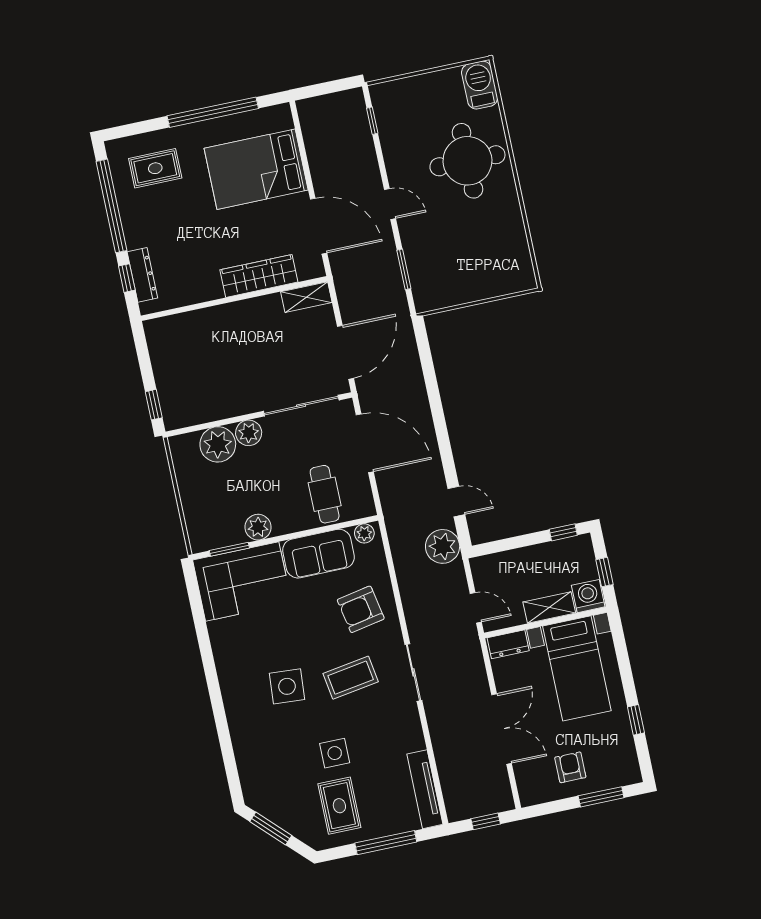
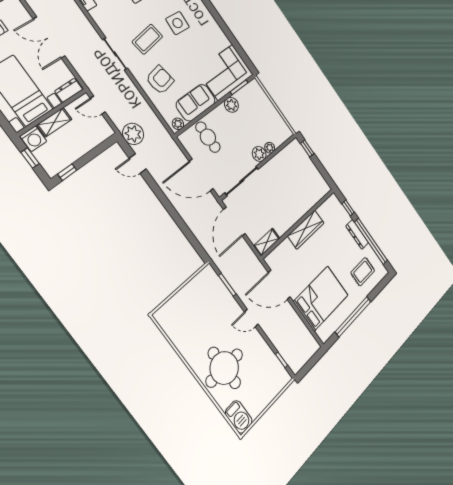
dresser: (142, 275) -> (357, 234), moved
wardrobe: (259, 276) -> (306, 229), moved
plant: (218, 444) -> (270, 148), width x0.53, depth x0.53

